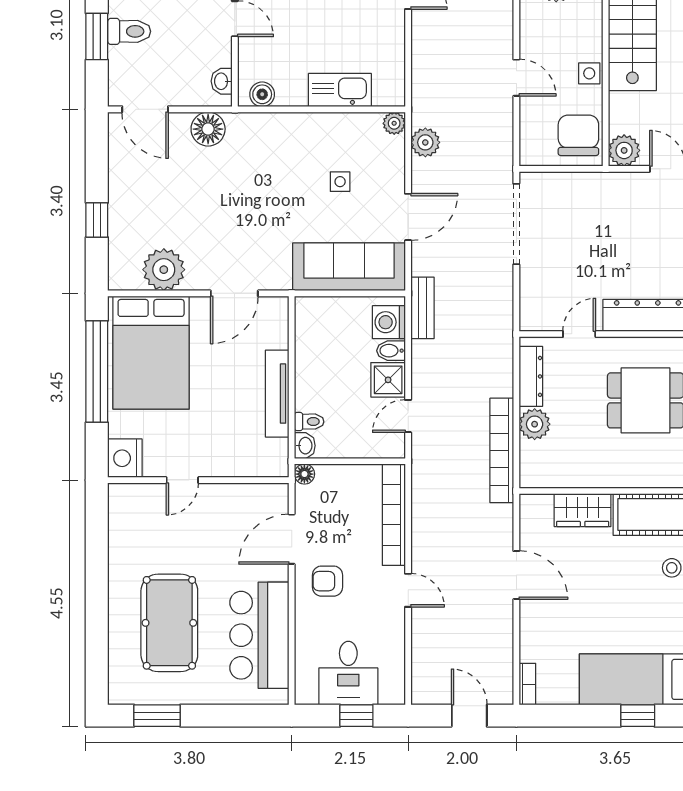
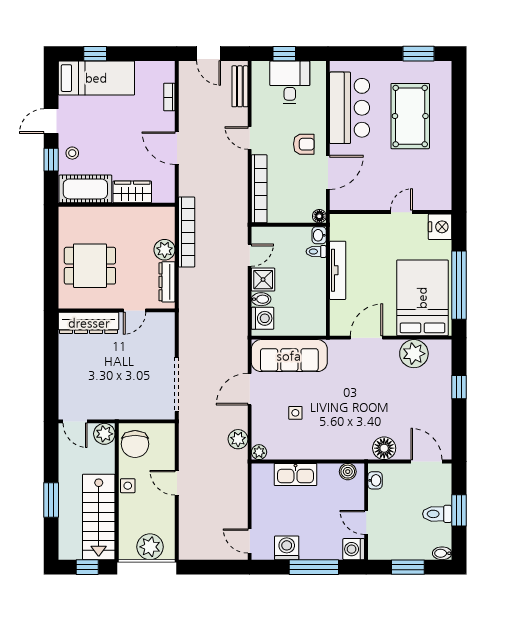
bench: (422, 308) -> (240, 86), moved
bookcase: (527, 684) -> (169, 97), moved

